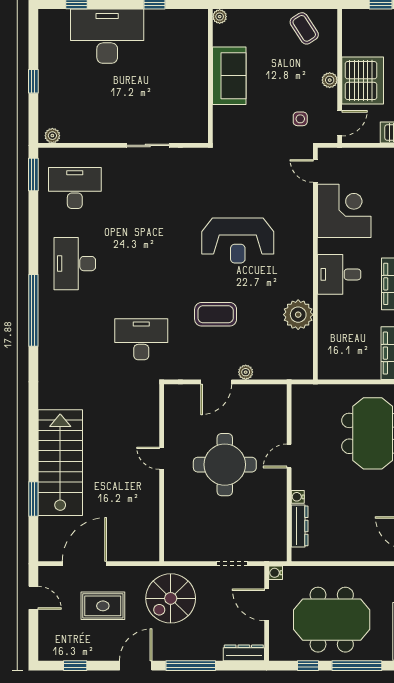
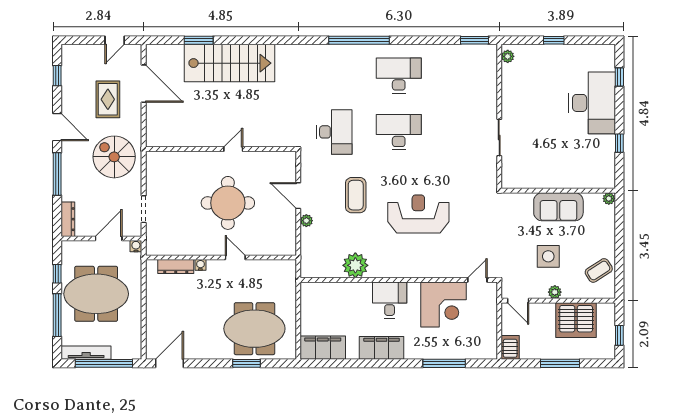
server rack: (363, 81) -> (576, 320), moved
side table: (300, 119) -> (548, 256), moved, width x1.87, depth x1.87
desk: (75, 188) -> (399, 132), moved, turned -90
reception desk: (238, 241) -> (418, 214), turned 90
meeting table: (332, 620) -> (96, 294), turned 90

